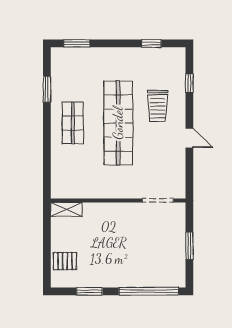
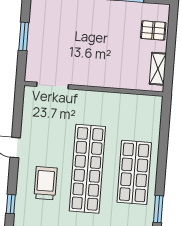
shop shelf: (73, 123) -> (134, 172), width x1.43, depth x1.36
shelving: (66, 209) -> (158, 69), moved, turned 90

